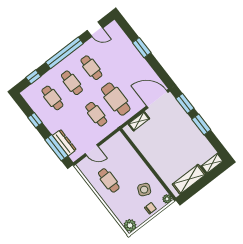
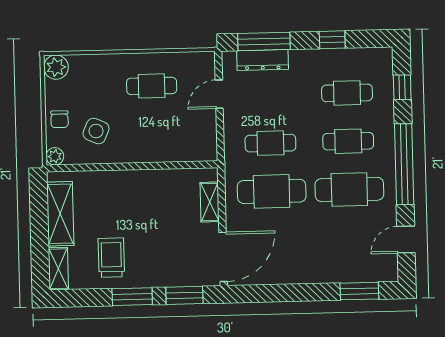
window: (142, 48) -> (359, 291), moved
cafe table: (91, 68) -> (349, 189), width x1.37, depth x1.35
trolley: (192, 145) -> (111, 258), added

